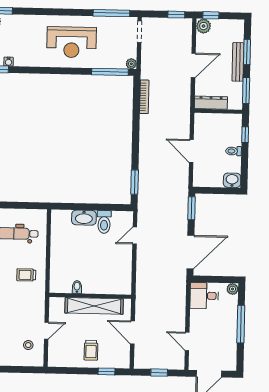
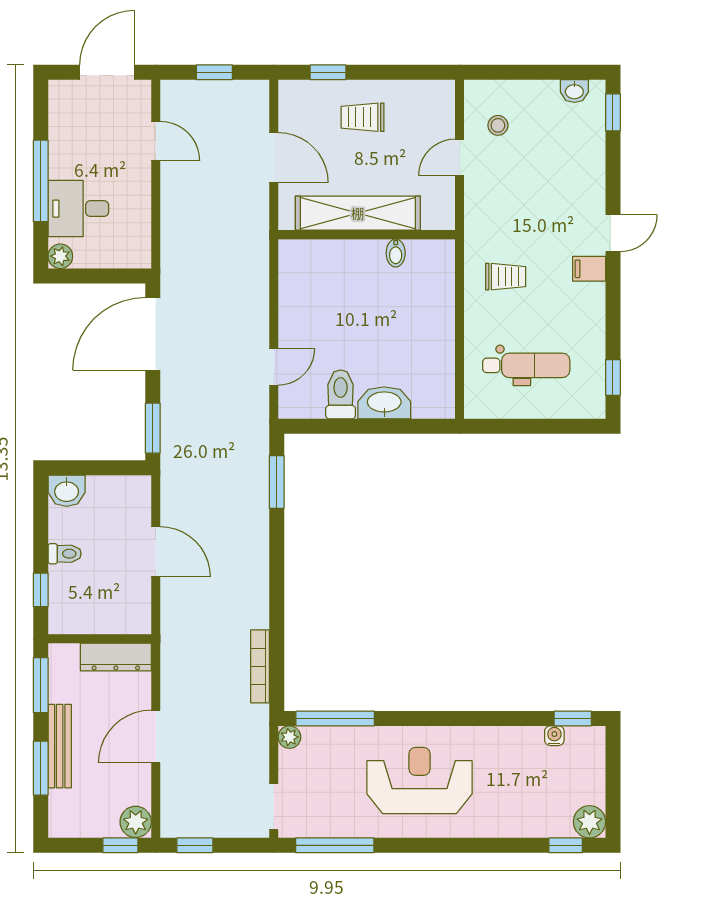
desk: (204, 296) -> (78, 209), moved, turned 180
trolley: (91, 350) -> (363, 117), turned -90

